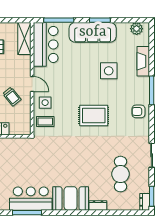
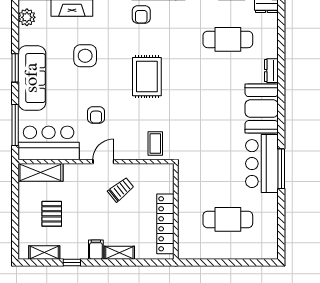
armchair: (66, 79) -> (96, 115), added
side table: (45, 103) -> (129, 144), removed

